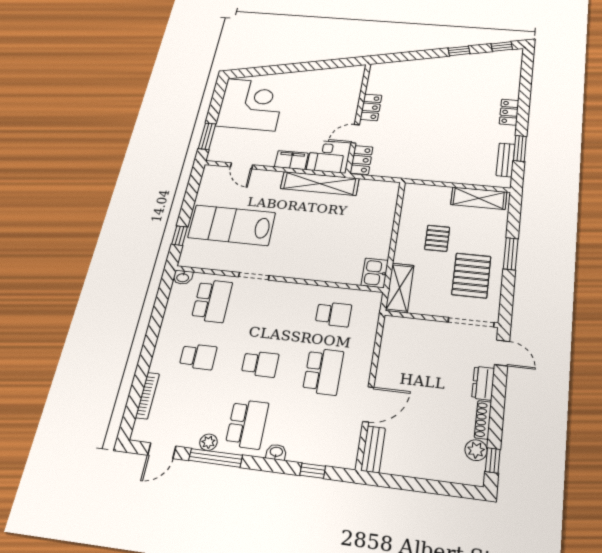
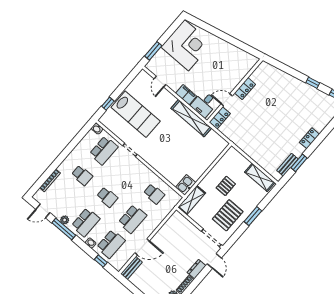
lab bench: (232, 225) -> (136, 114), turned 180
school desk: (312, 432) -> (111, 244), added

